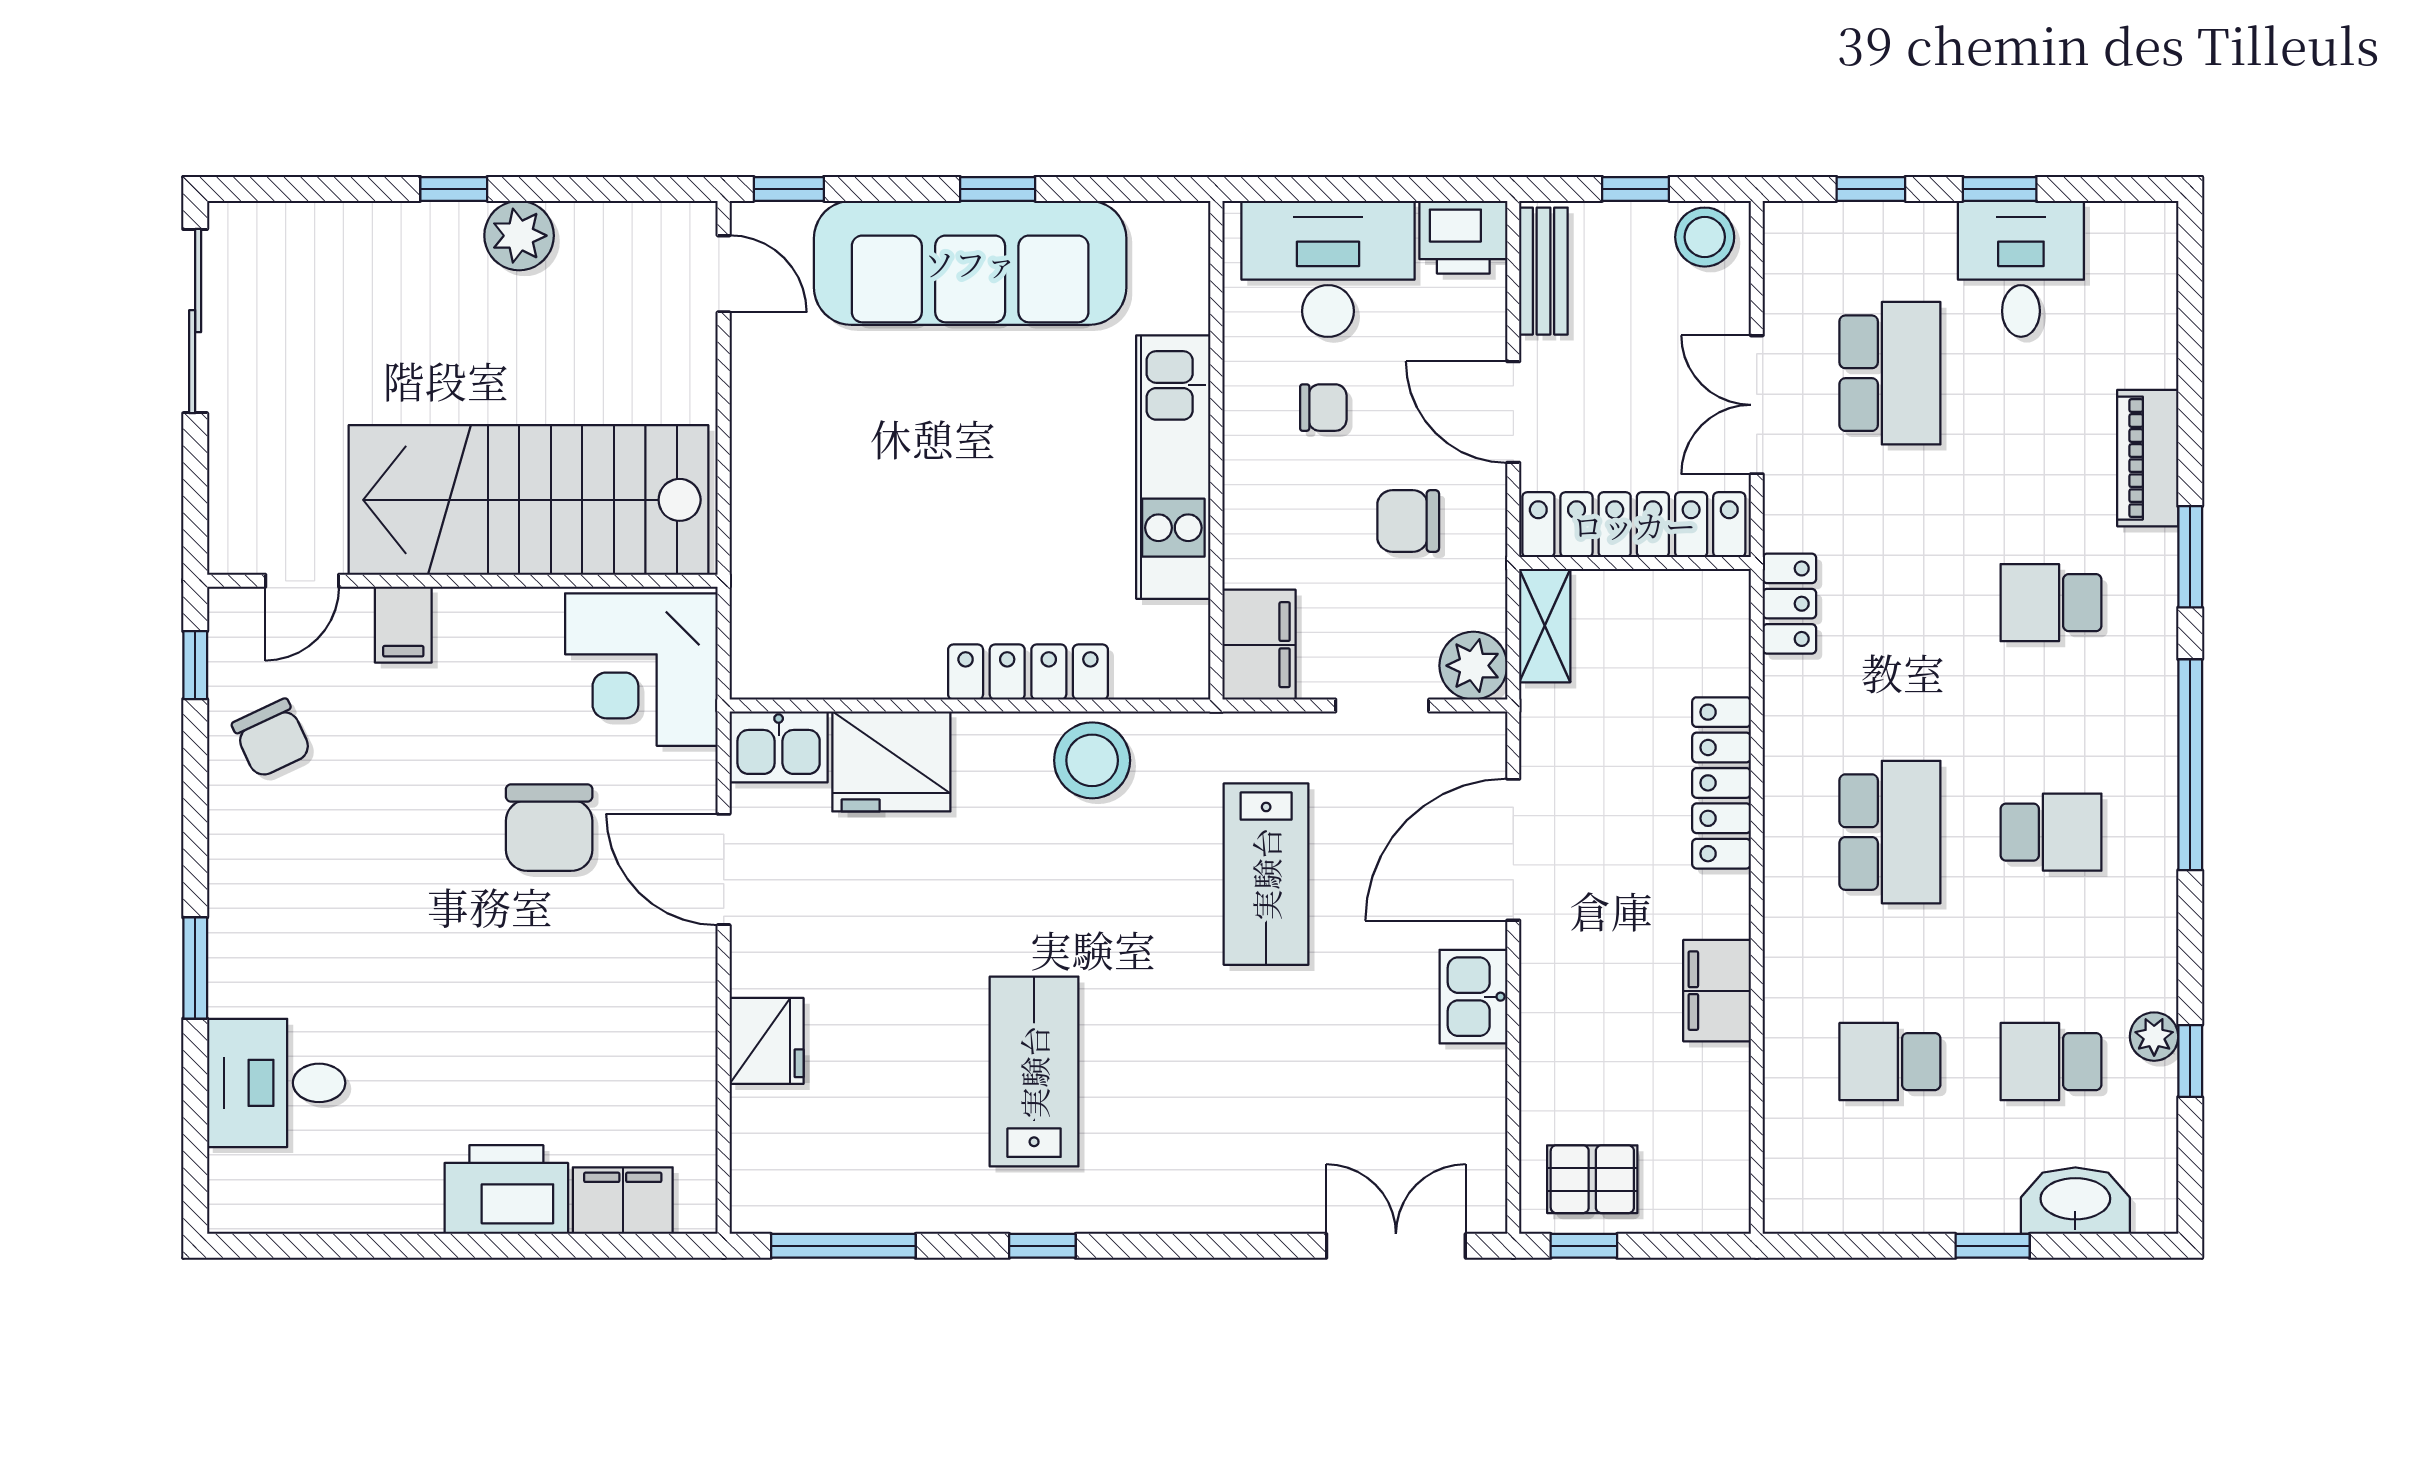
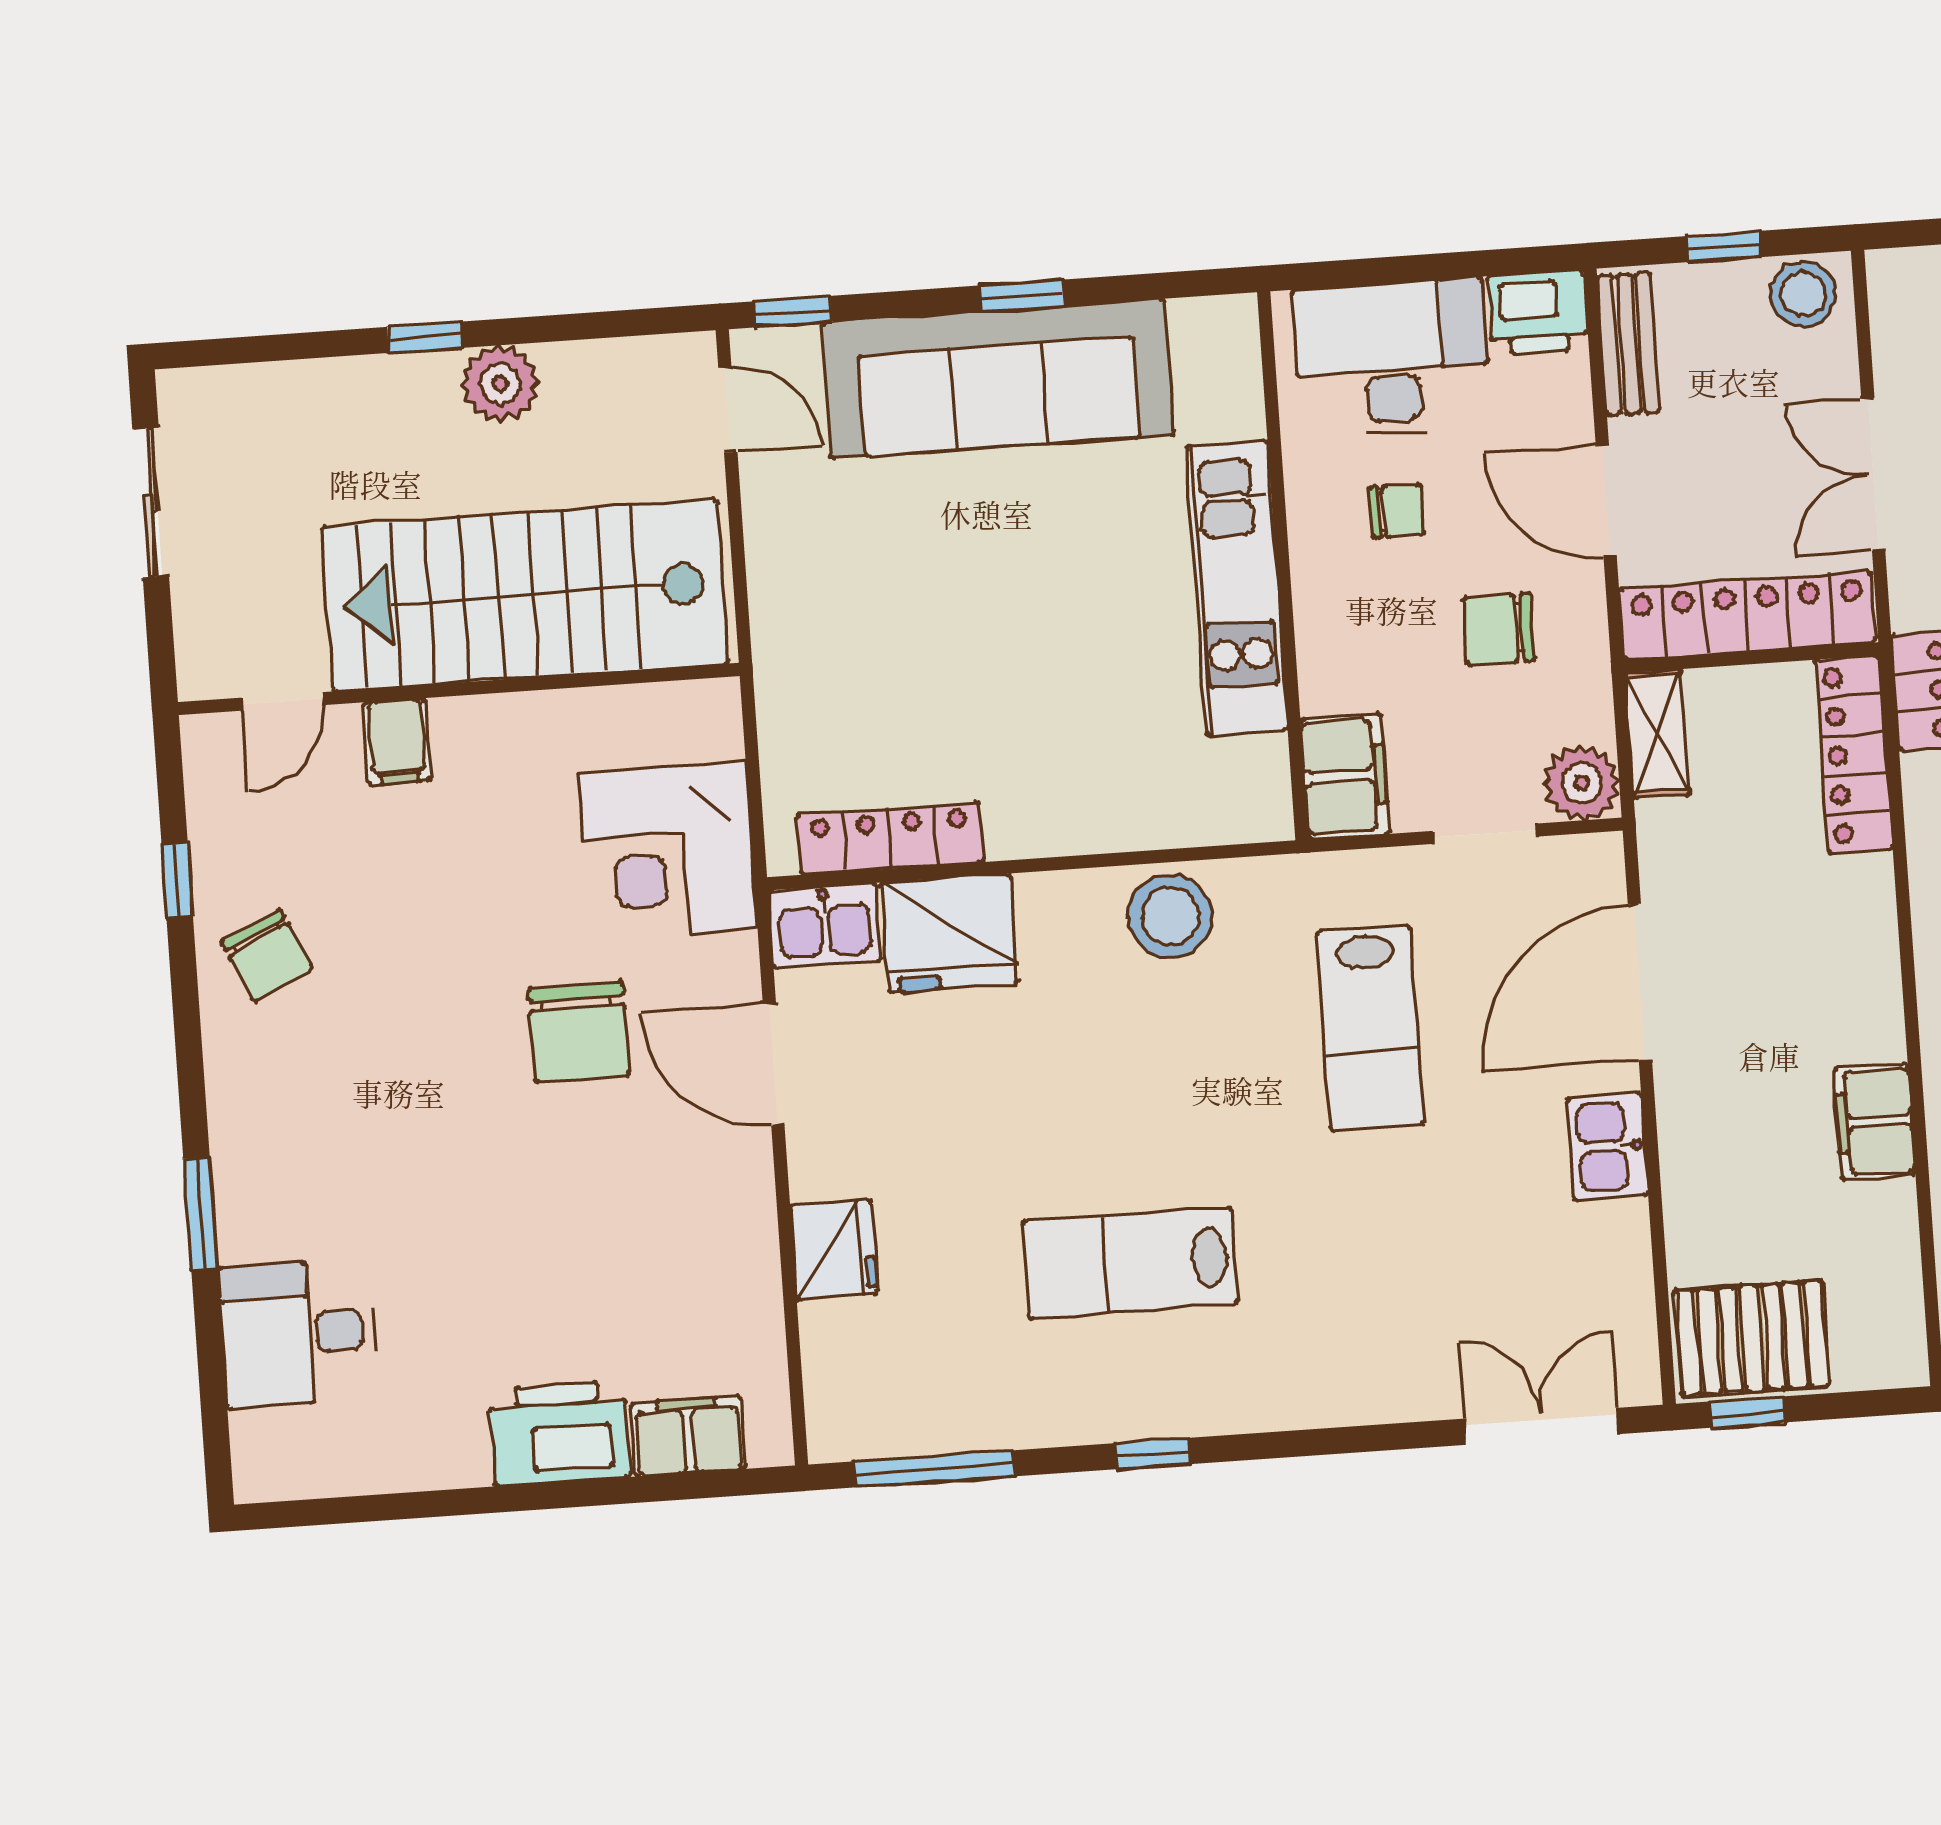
sliding door: (195, 321) -> (151, 502), width x0.73
stairs: (528, 500) -> (525, 595), moved
door: (302, 581) -> (283, 701), moved
wall: (462, 581) -> (459, 689), moved
filing cabinet: (403, 625) -> (397, 742), moved
locker: (1028, 672) -> (890, 838), moved
locker: (1721, 783) -> (1854, 755), moved
lab bench: (1034, 1072) -> (1130, 1263), turned -90
pallet: (1592, 1179) -> (1752, 1338), width x1.50, depth x1.42

